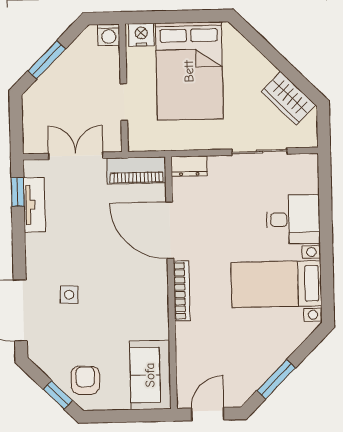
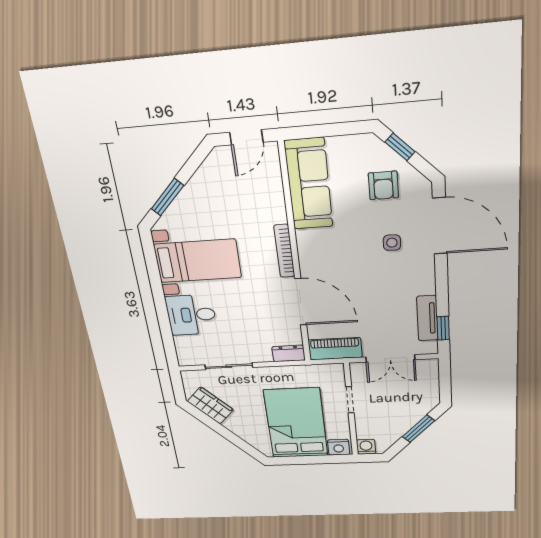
sofa: (150, 375) -> (309, 184), width x1.36
window: (276, 379) -> (167, 197), moved
armchair: (85, 380) -> (383, 185), moved

